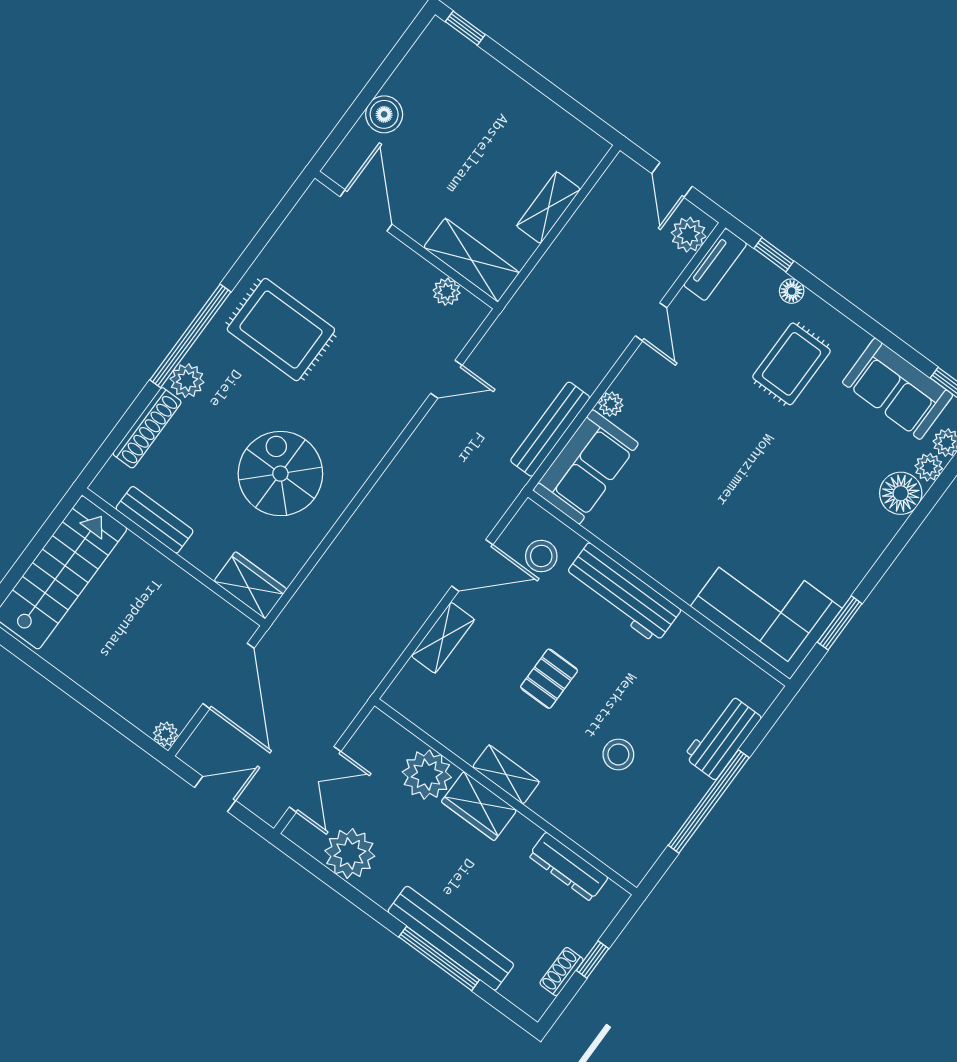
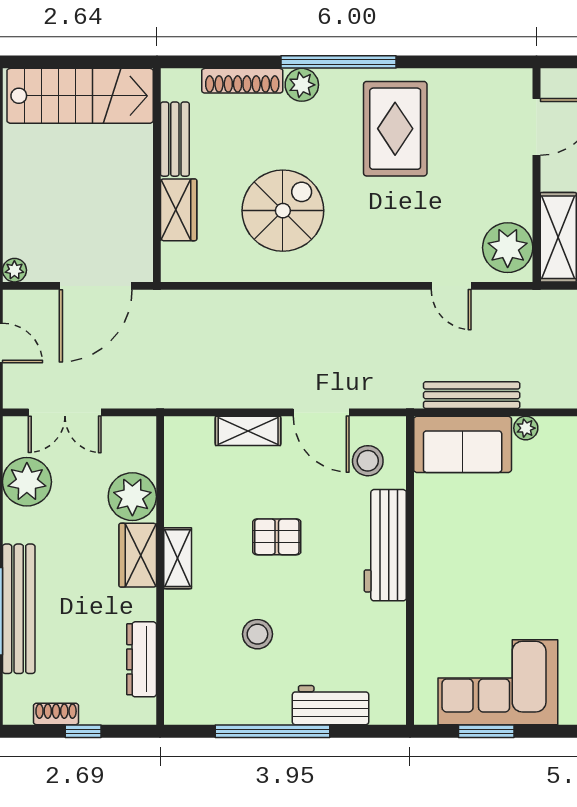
plant: (447, 292) -> (508, 248), width x1.87, depth x1.87
wardrobe: (250, 585) -> (179, 210), moved
corner sofa: (766, 607) -> (498, 682), moved, turned -90

